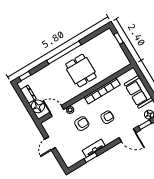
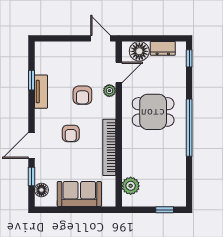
plant: (117, 66) -> (131, 186), added
dining table: (81, 71) -> (153, 112), moved
door: (50, 143) -> (101, 38), moved

